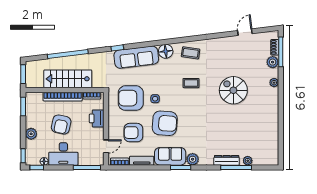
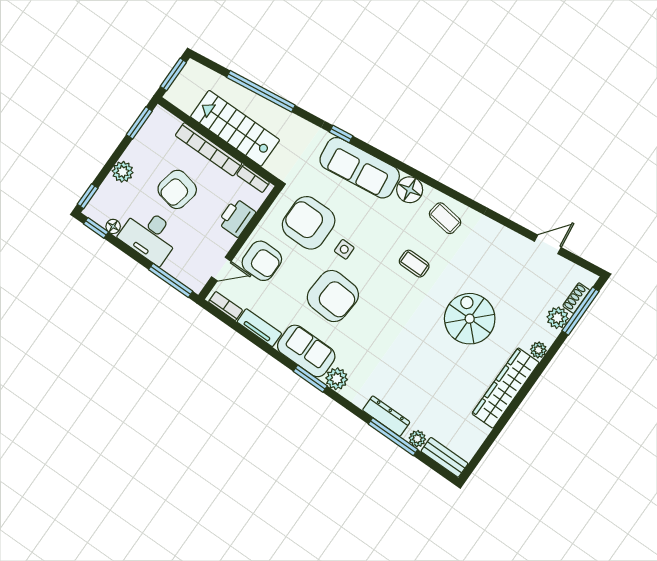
wardrobe: (271, 110) -> (506, 388), added
armchair: (133, 133) -> (262, 261), moved, turned 180
bench: (266, 160) -> (444, 457), added

